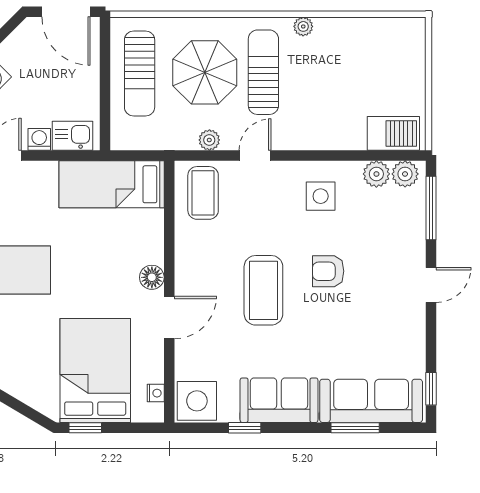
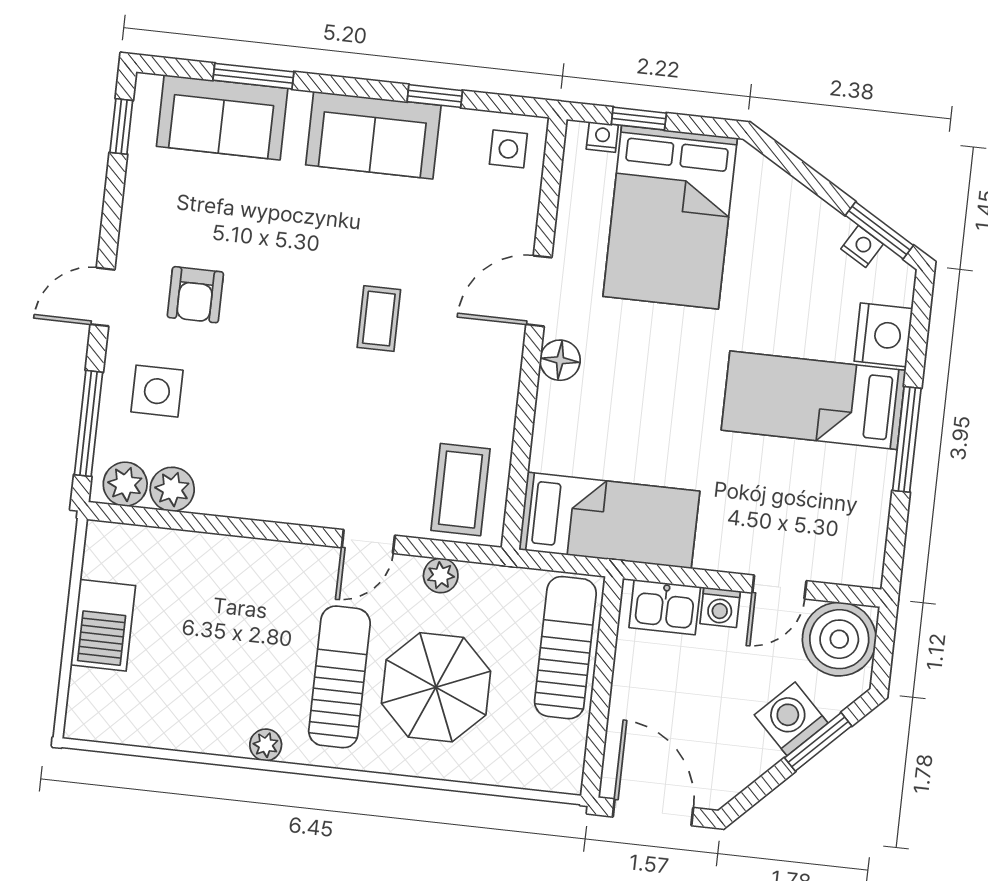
sun lounger: (263, 72) -> (339, 677), turned 180
sun lounger: (140, 74) -> (565, 648), moved
barbecue: (393, 133) -> (103, 625), moved, turned -90
side table: (321, 196) -> (157, 391), moved
armchair: (328, 271) -> (195, 295), moved, turned 90
coffee table: (263, 290) -> (379, 319), width x0.54, depth x0.58
nightstand: (156, 393) -> (602, 137), moved, turned 90
side table: (197, 401) -> (508, 149), width x0.54, depth x0.54
sofa: (371, 401) -> (222, 117), width x0.73
window: (85, 428) -> (639, 119), moved

